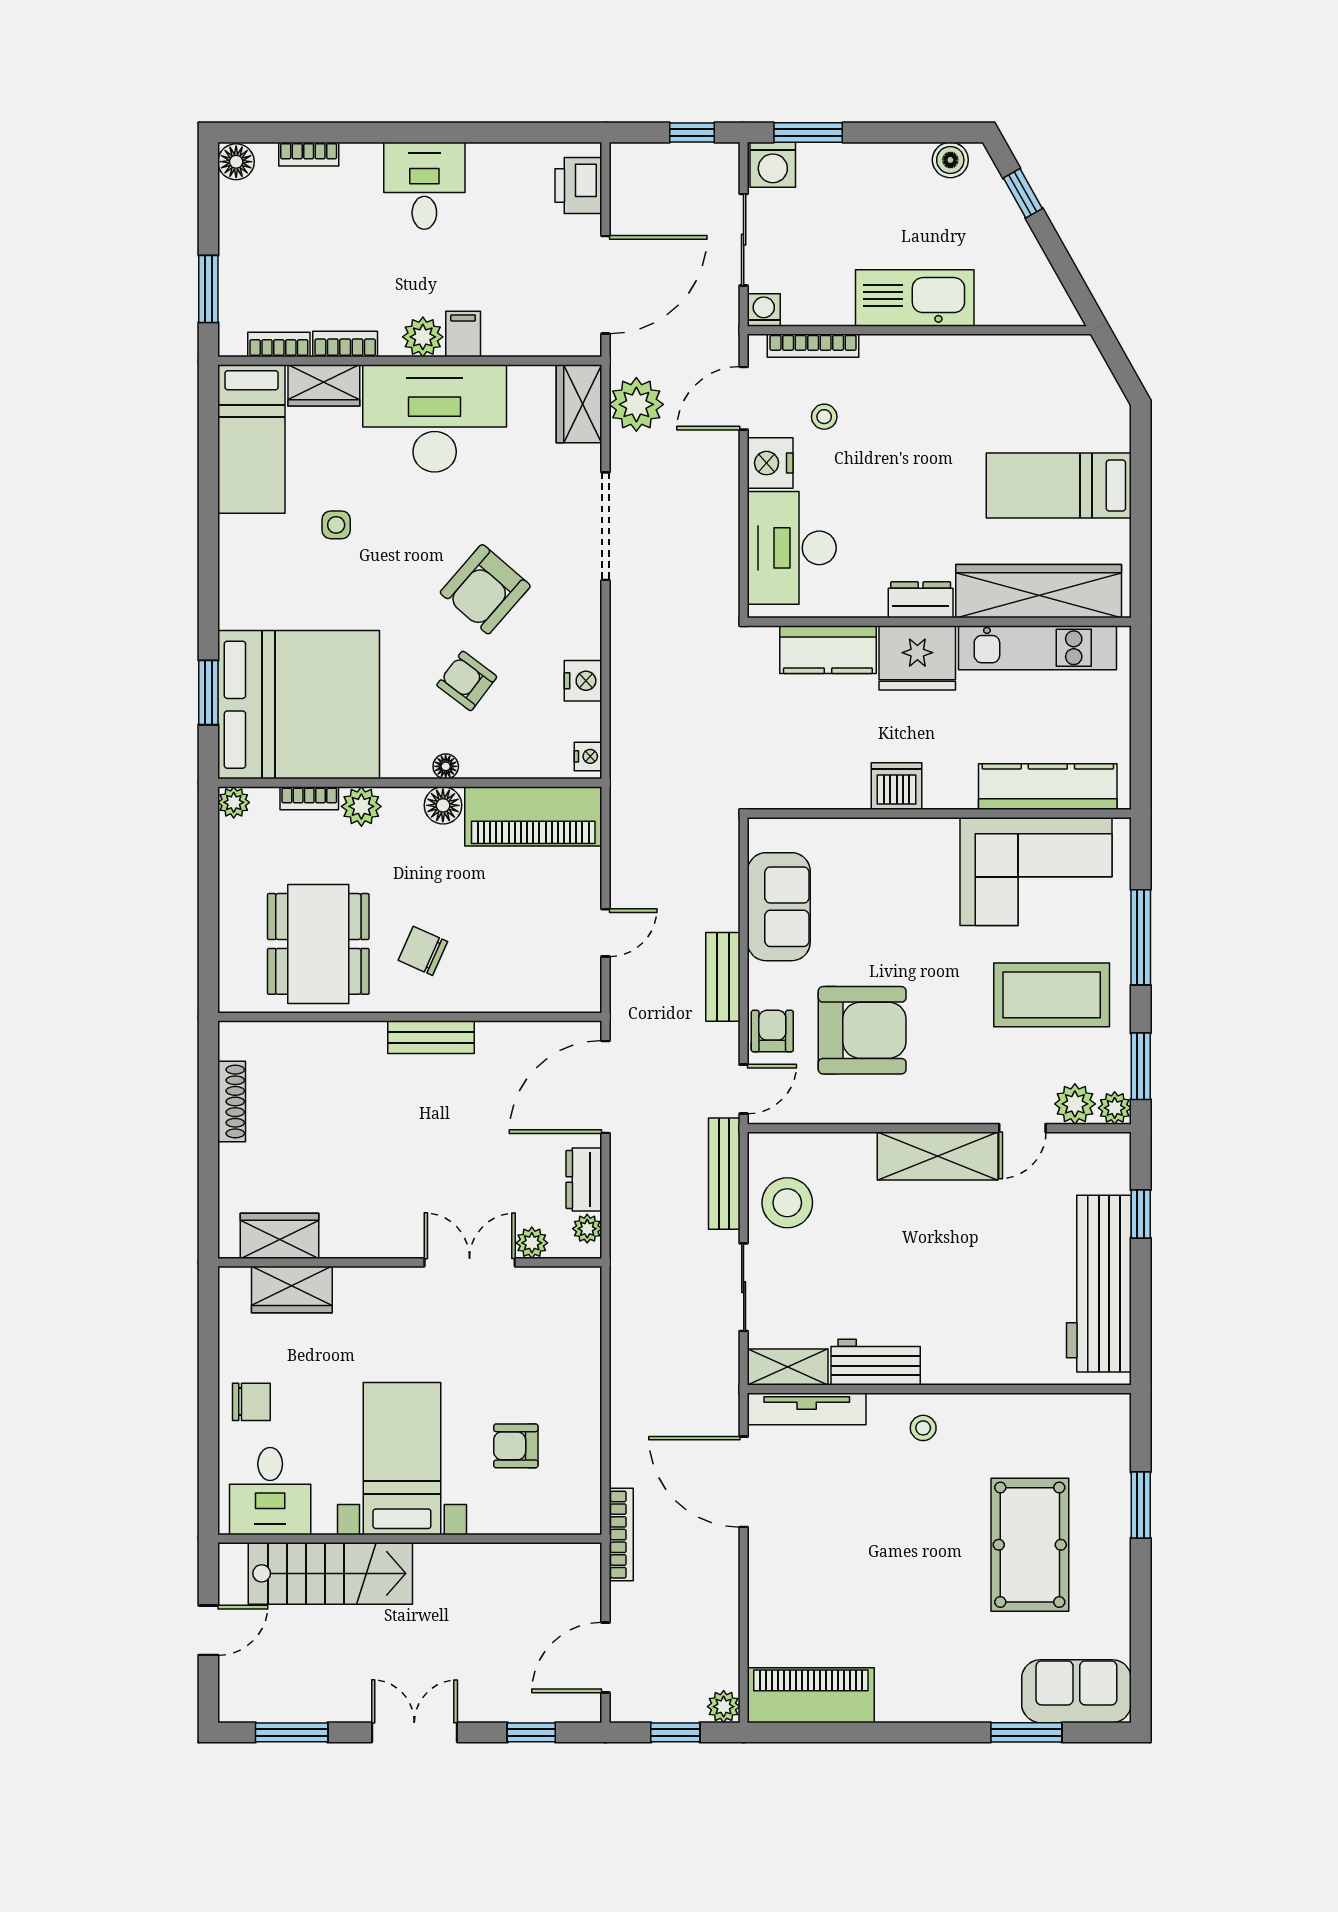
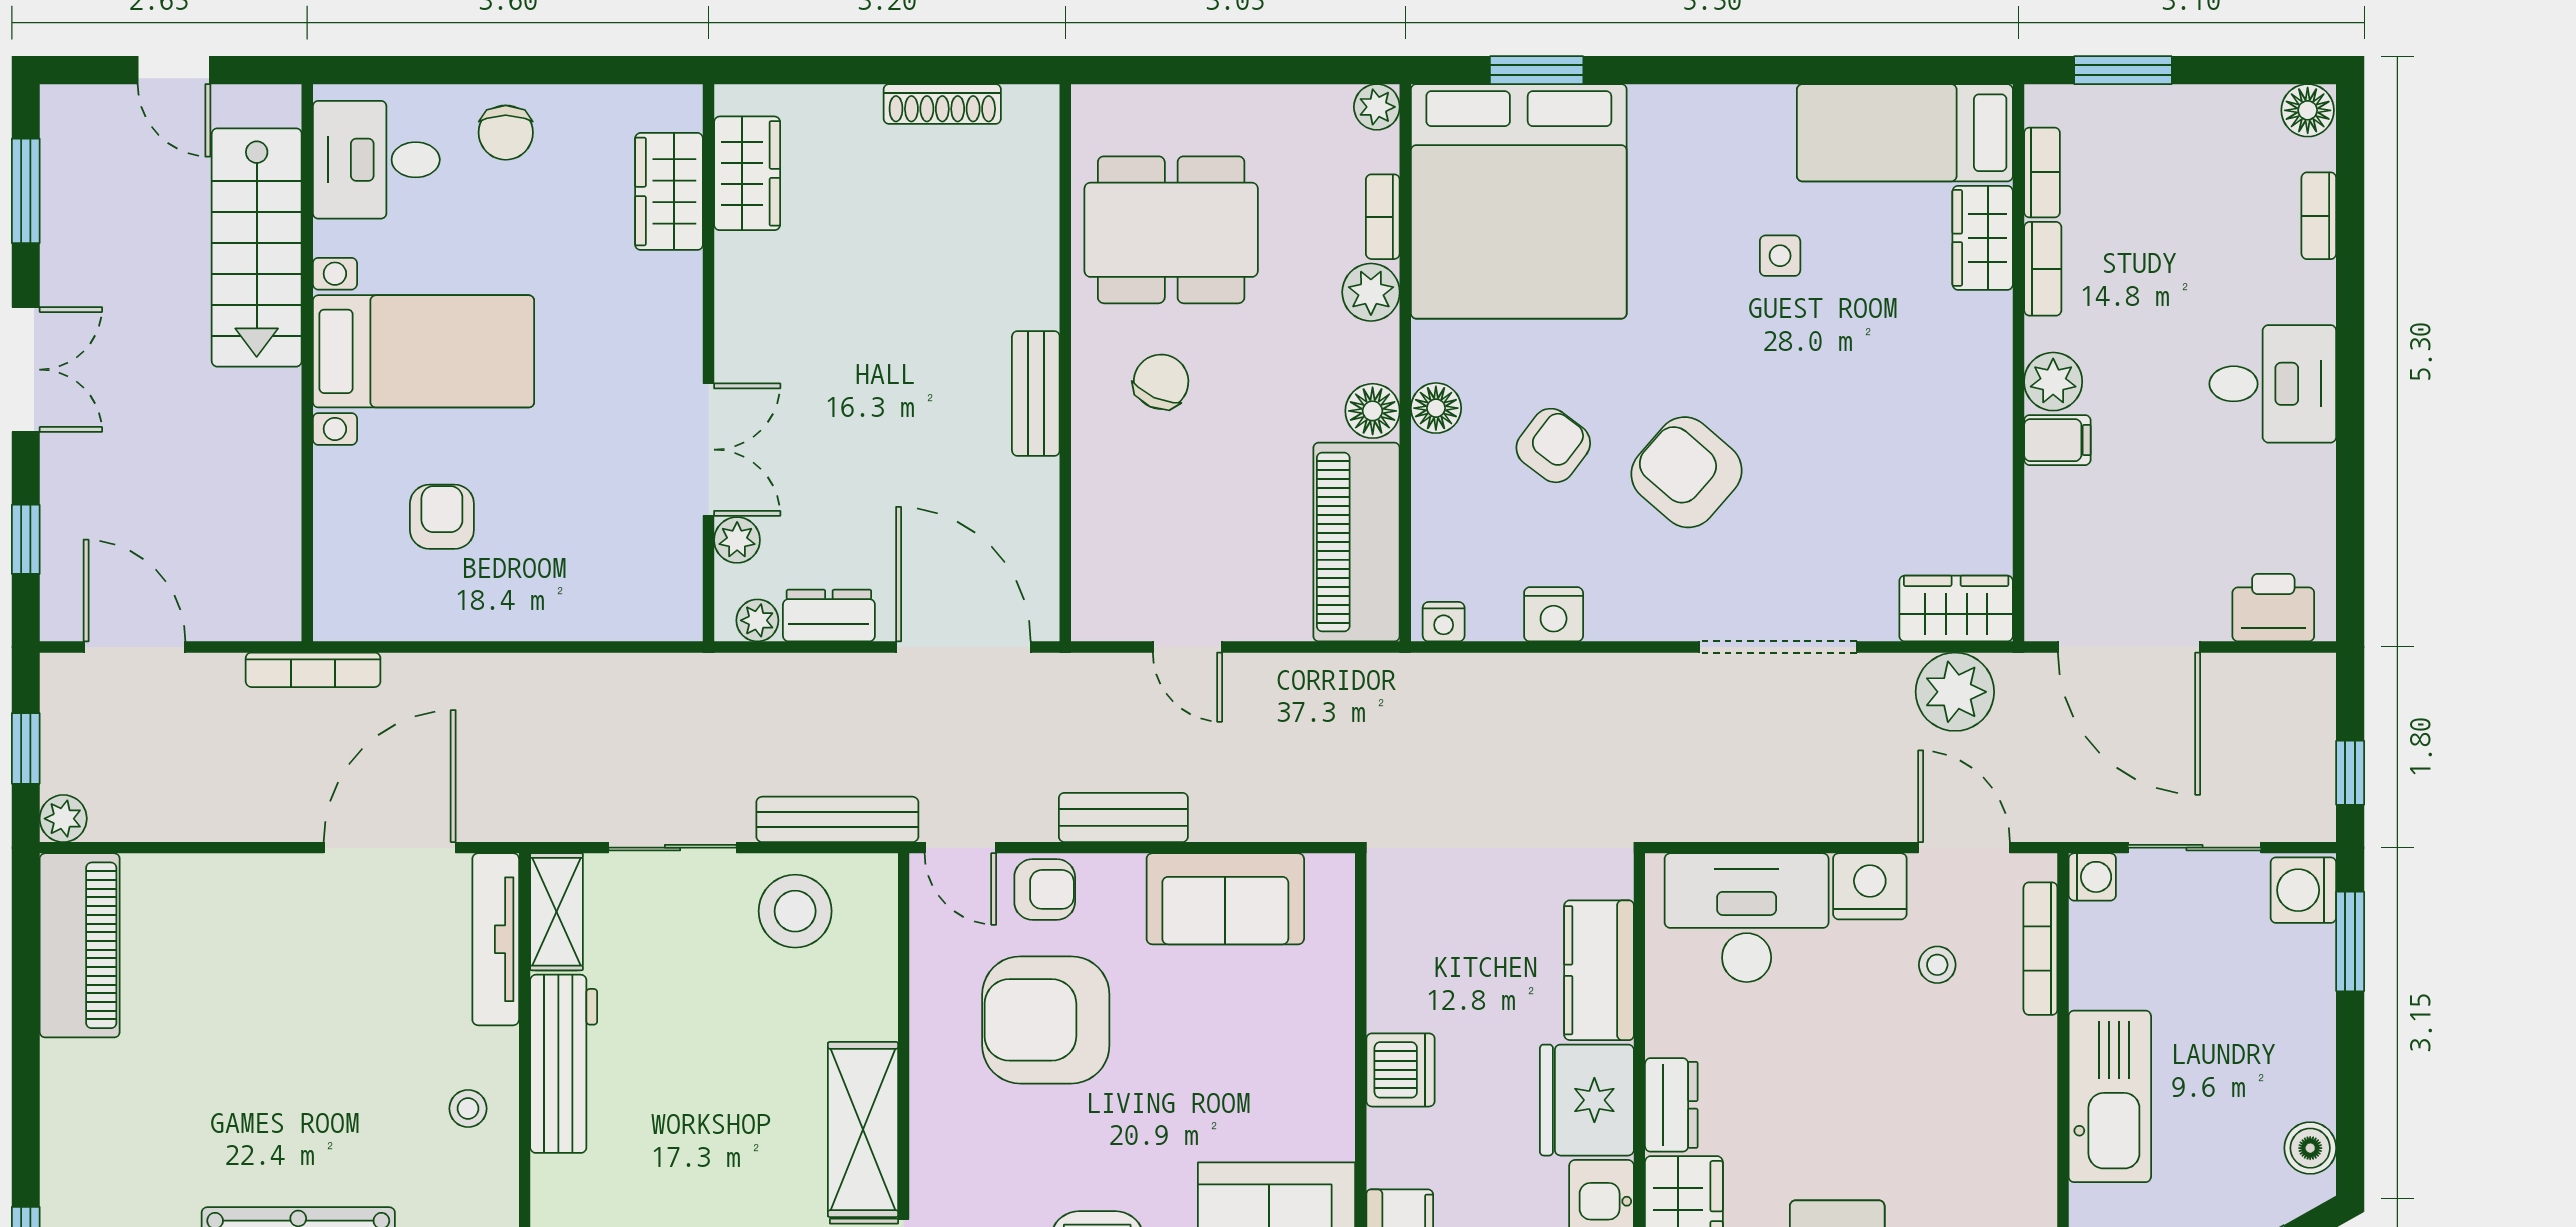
desk: (435, 418) -> (1935, 399), removed
floor lamp: (446, 766) -> (1436, 408), width x1.37, depth x1.37
armchair: (862, 1030) -> (1046, 1020), turned 90
workbench: (876, 1362) -> (564, 1064), width x1.38

